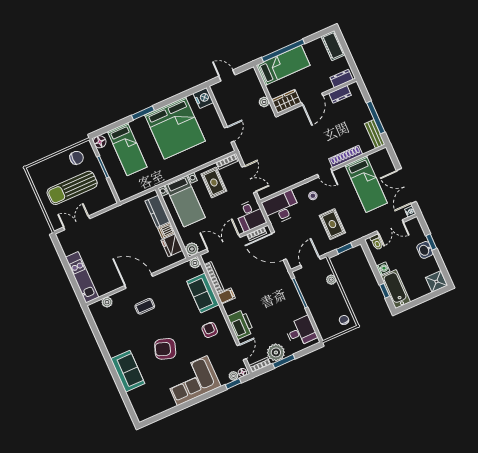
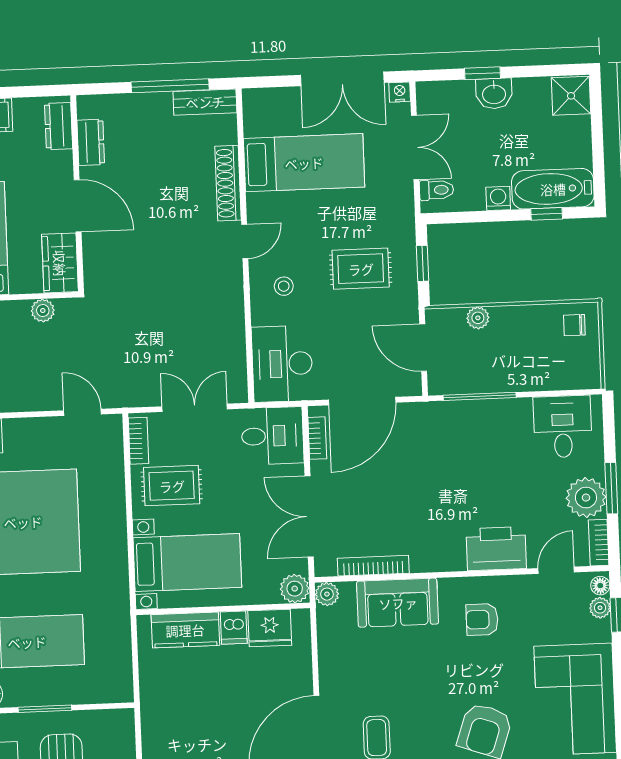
filing cabinet: (226, 296) -> (424, 556), removed
door: (242, 352) -> (556, 570), hinge flipped

